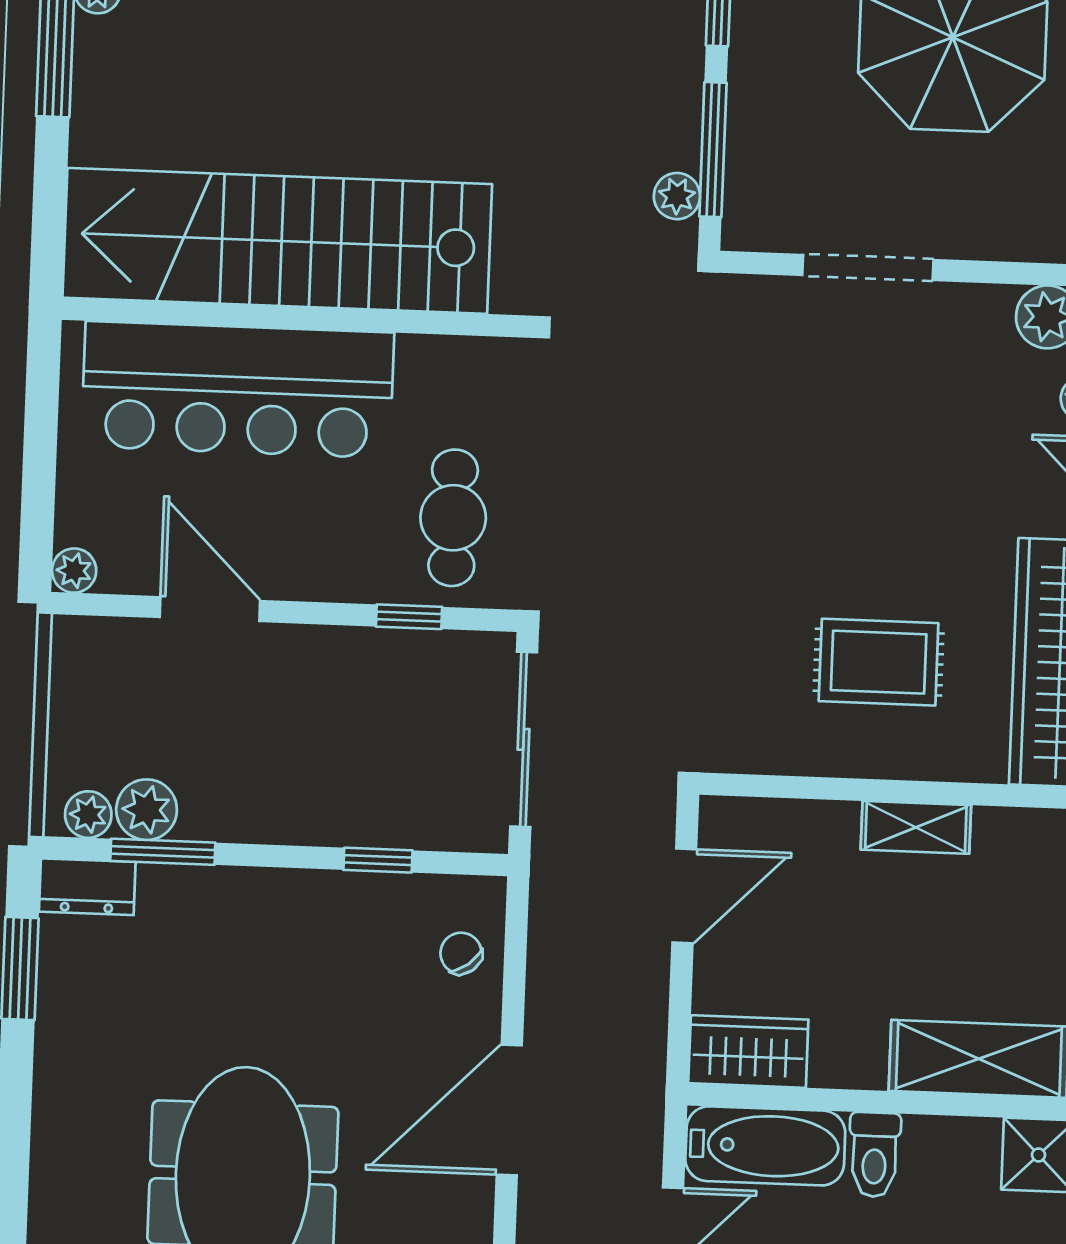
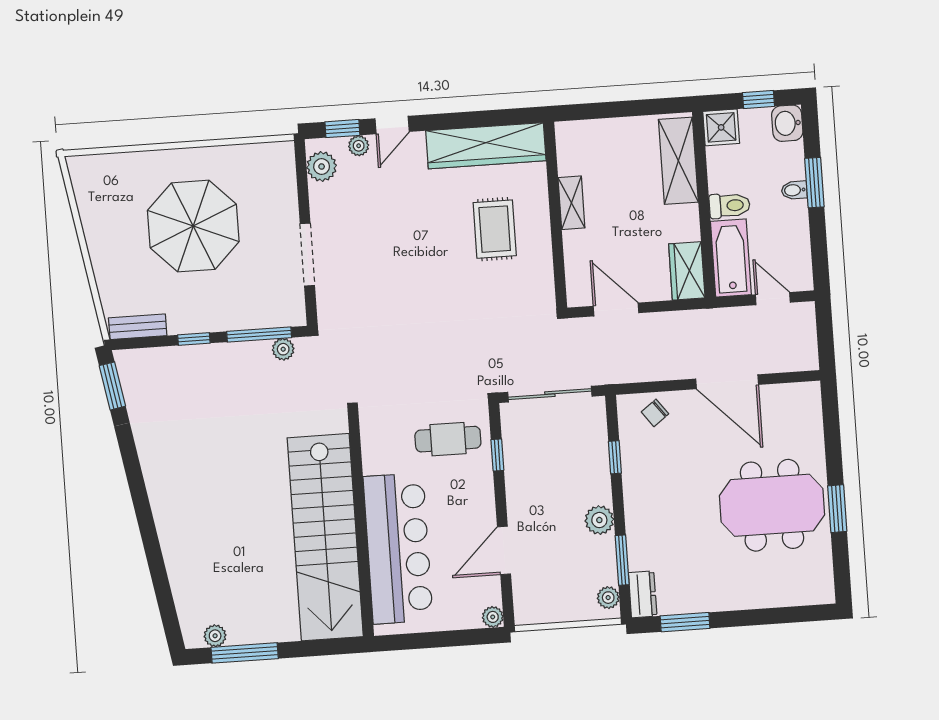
plant: (147, 810) -> (599, 520), moved

